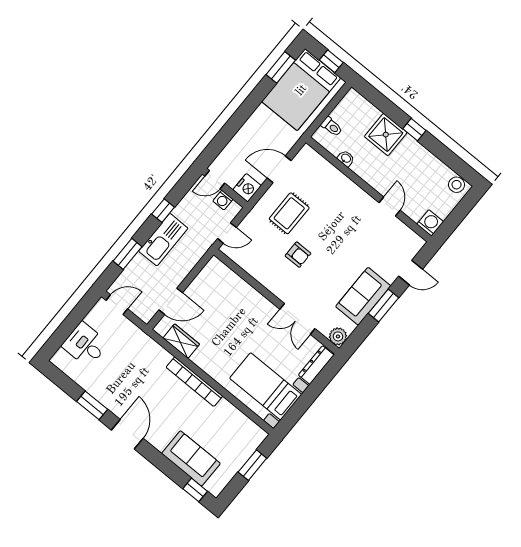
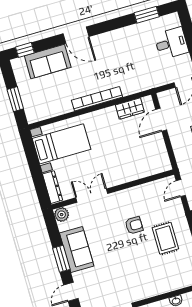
armchair: (298, 255) -> (134, 225), turned 180
window: (92, 405) -> (147, 15), moved
door: (127, 434) -> (76, 35), moved

